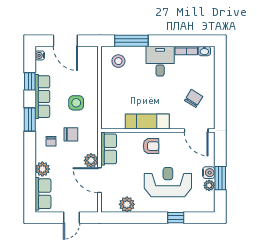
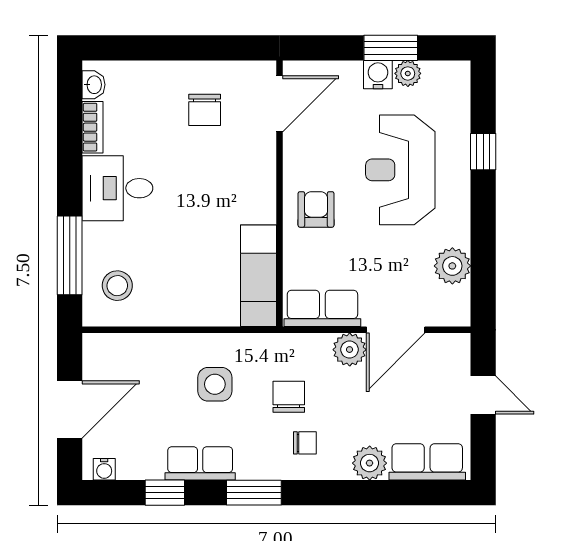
row of seats: (42, 97) -> (200, 463), width x0.68
chair: (194, 98) -> (205, 110), turned -122
exam couch: (147, 122) -> (259, 276), moved

